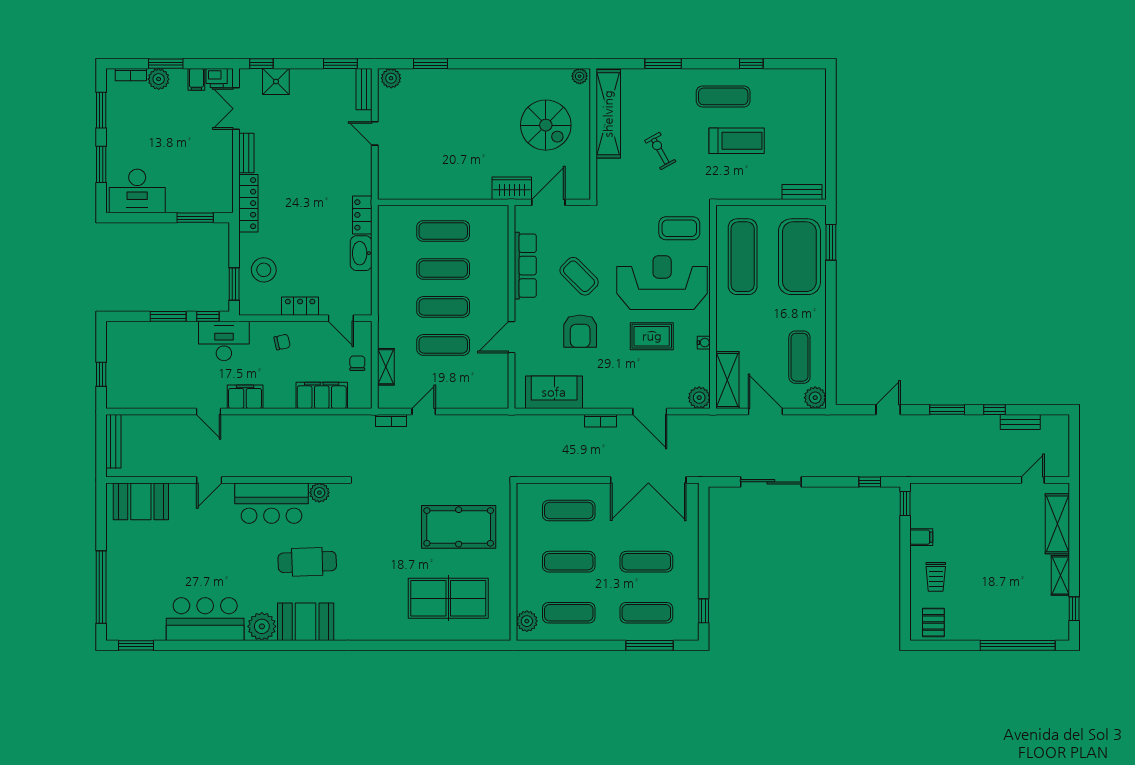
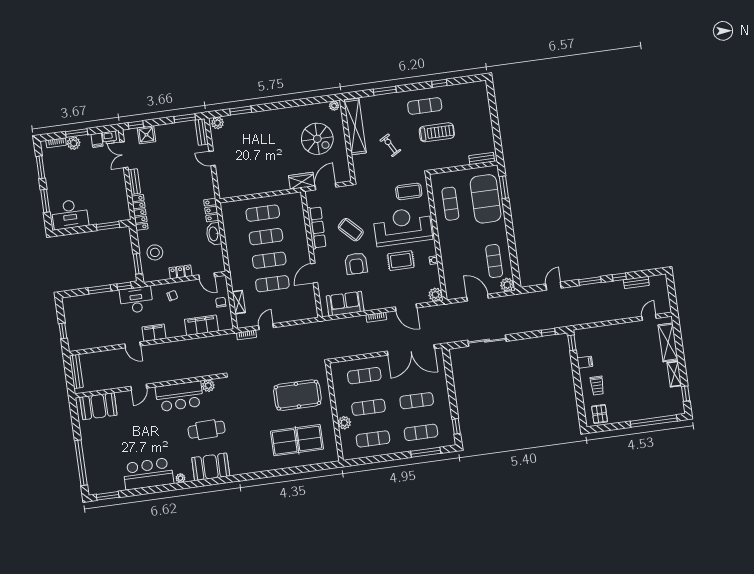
exercise mat: (743, 257) -> (450, 204), width x0.73, depth x0.69
shelving: (727, 380) -> (451, 281), removed
plant: (527, 621) -> (344, 423), moved
plant: (262, 626) -> (180, 478), width x0.53, depth x0.53

